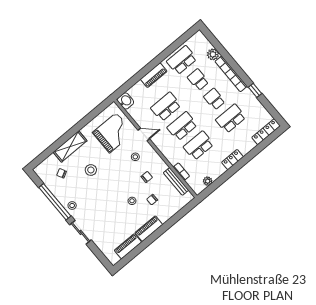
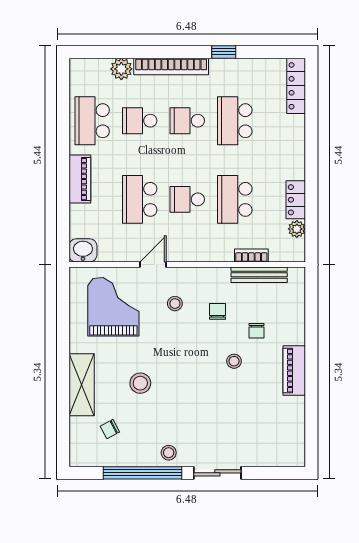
school desk: (182, 126) -> (187, 199), width x0.54
locker: (232, 160) -> (296, 200), moved
piano: (128, 246) -> (294, 422), removed

